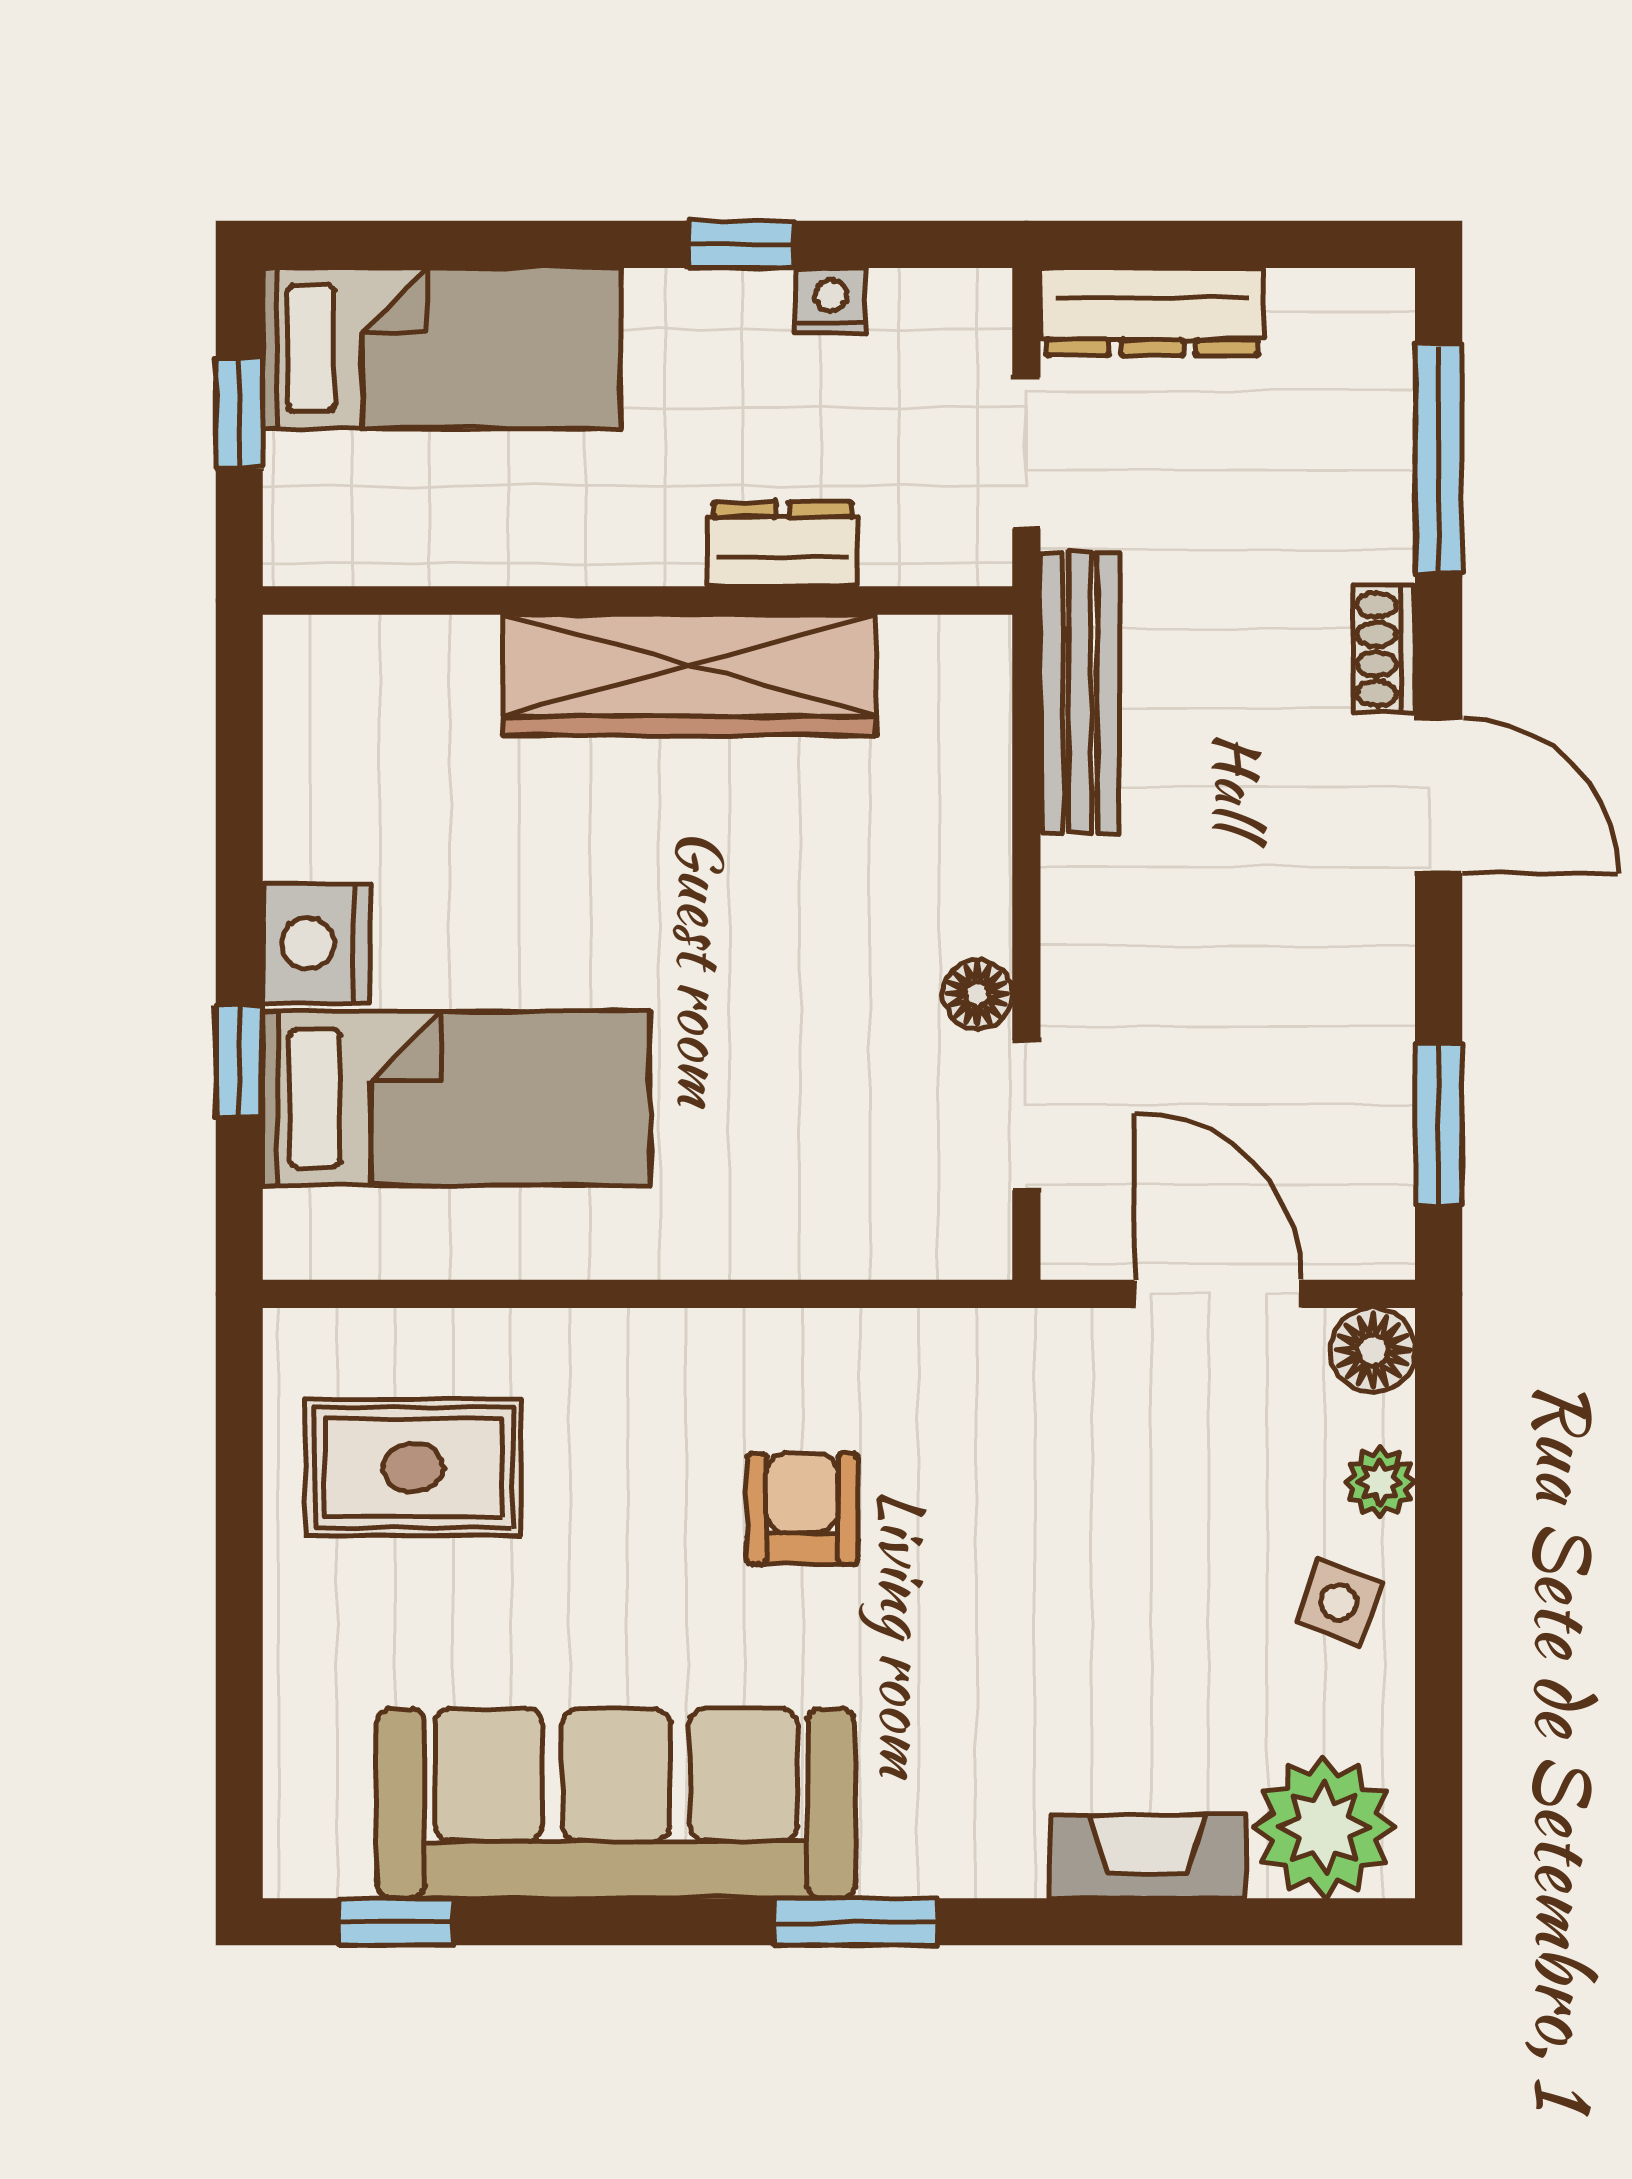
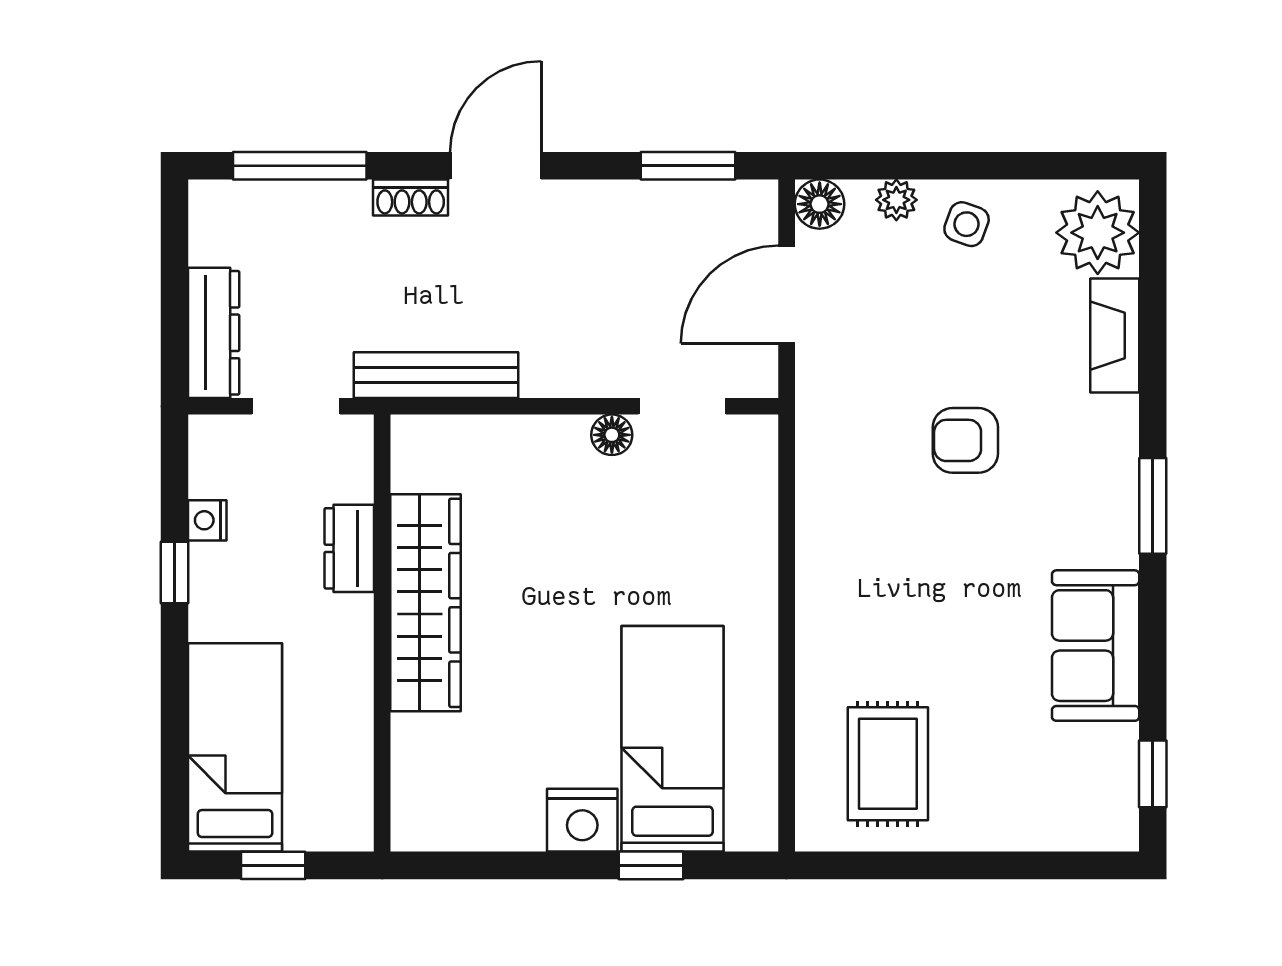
armchair: (802, 1509) -> (965, 440), moved
sofa: (616, 1803) -> (1096, 646), width x0.54, depth x0.79

